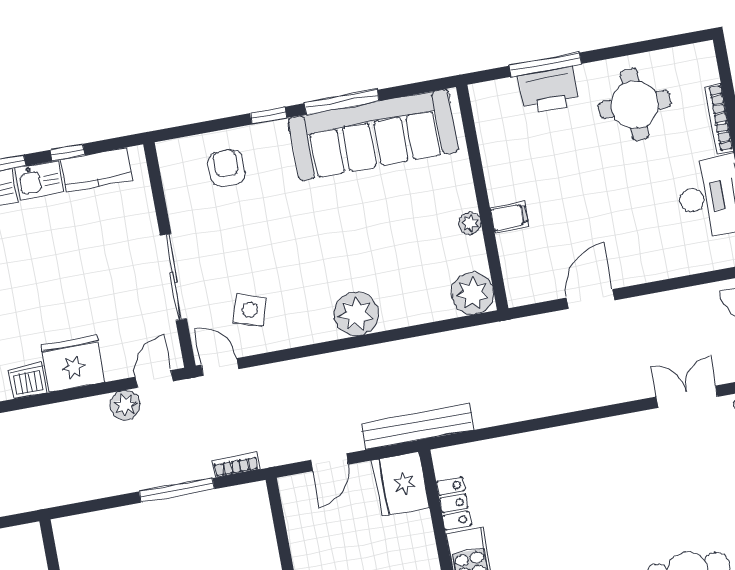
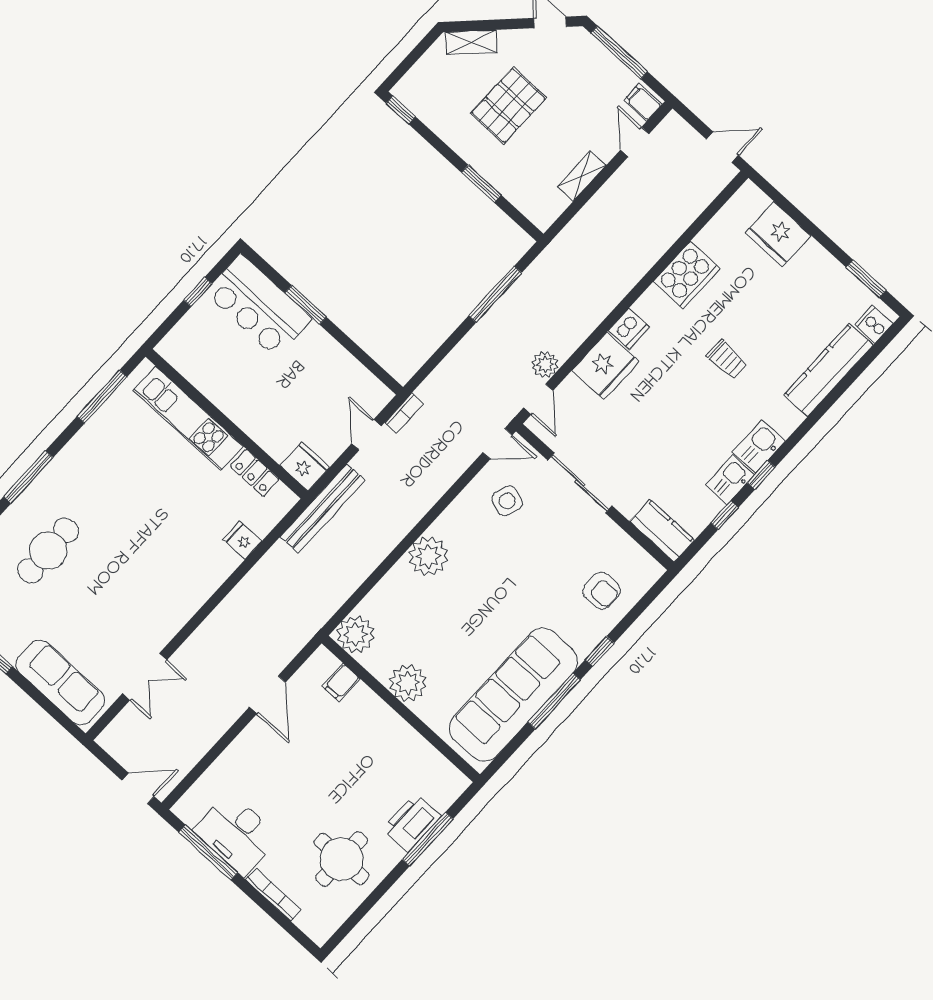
kitchen counter: (97, 170) -> (662, 531), moved, turned 90
filing cabinet: (509, 217) -> (341, 682), moved
plant: (470, 223) -> (408, 683), width x1.87, depth x1.87
fridge: (510, 452) -> (242, 540), added
bookcase: (236, 465) -> (404, 413), moved
fridge: (401, 484) -> (305, 466), width x0.73, depth x0.75
window: (177, 490) -> (495, 294), moved

